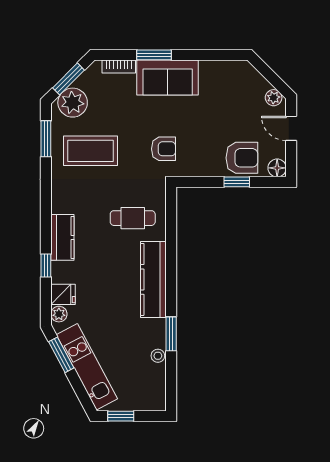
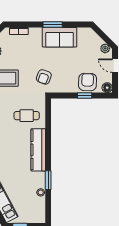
window: (154, 55) -> (53, 25), moved
sofa: (168, 77) -> (60, 37), moved
armchair: (164, 149) -> (44, 77), turned 110
armchair: (242, 158) -> (88, 82), turned -88

